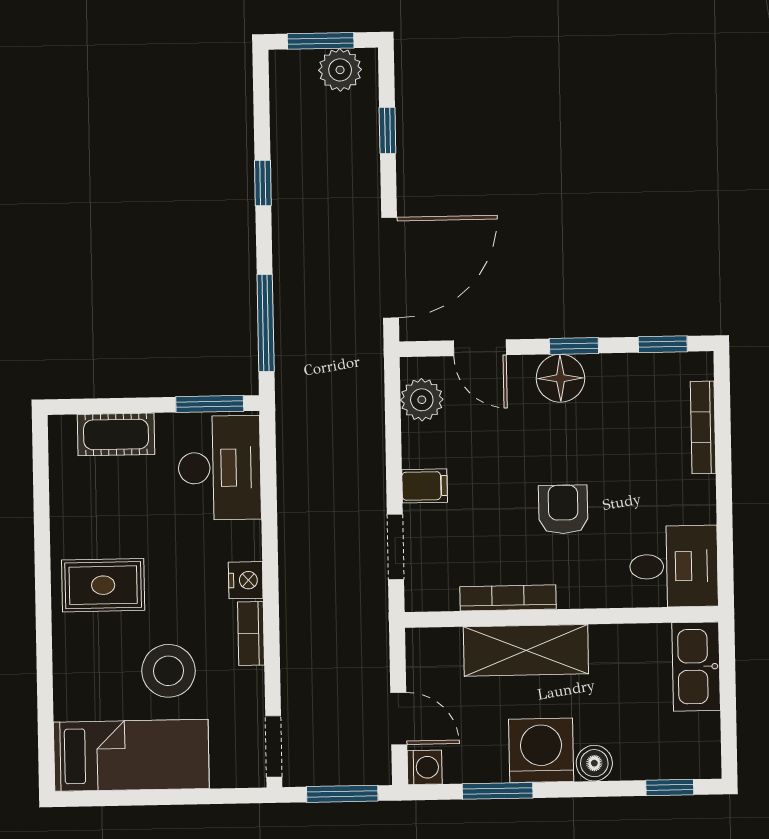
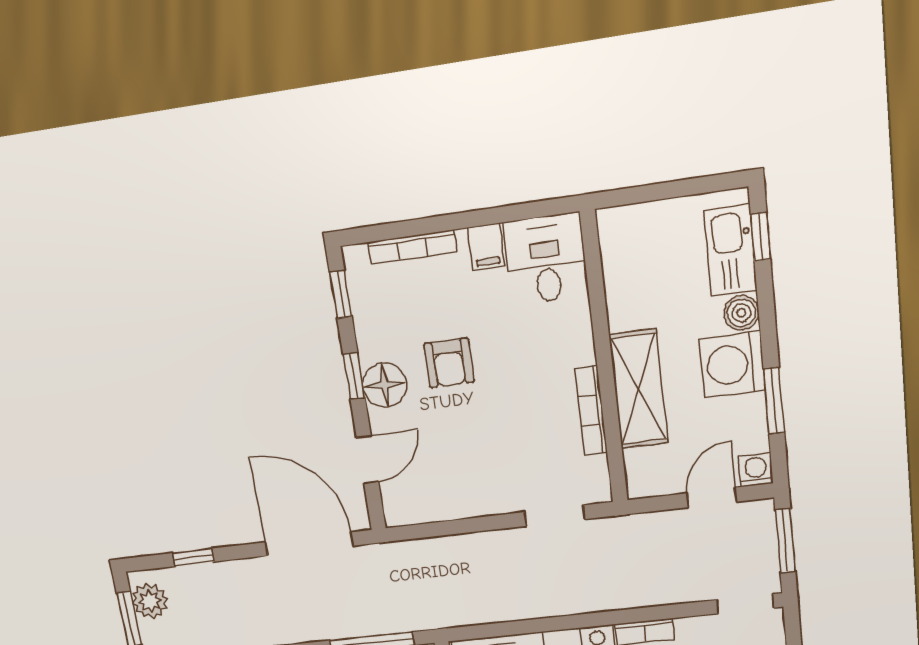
plant: (422, 400) -> (420, 506), removed
filing cabinet: (425, 486) -> (486, 247), moved, turned 180
armchair: (563, 509) -> (449, 363), moved, turned -90
kitchen sink: (696, 667) -> (731, 250), moved, turned 90

